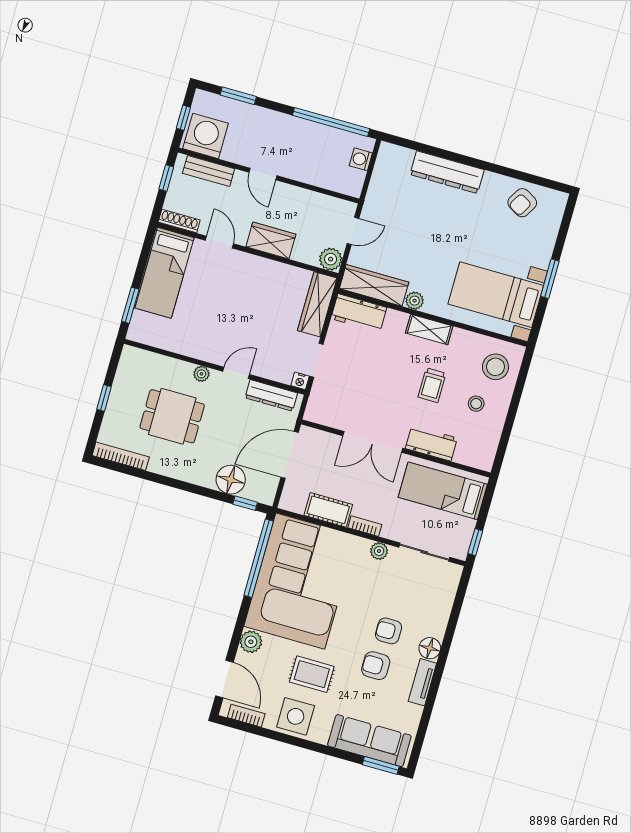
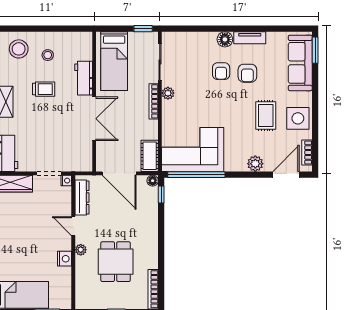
nightstand: (195, 349) -> (65, 259), added
floor lamp: (231, 480) -> (153, 181), moved, width x0.53, depth x0.53
cot: (328, 510) -> (150, 156), moved
bookcase: (365, 526) -> (154, 101), width x1.56
corner sofa: (300, 581) -> (193, 149), width x0.73, depth x0.74

